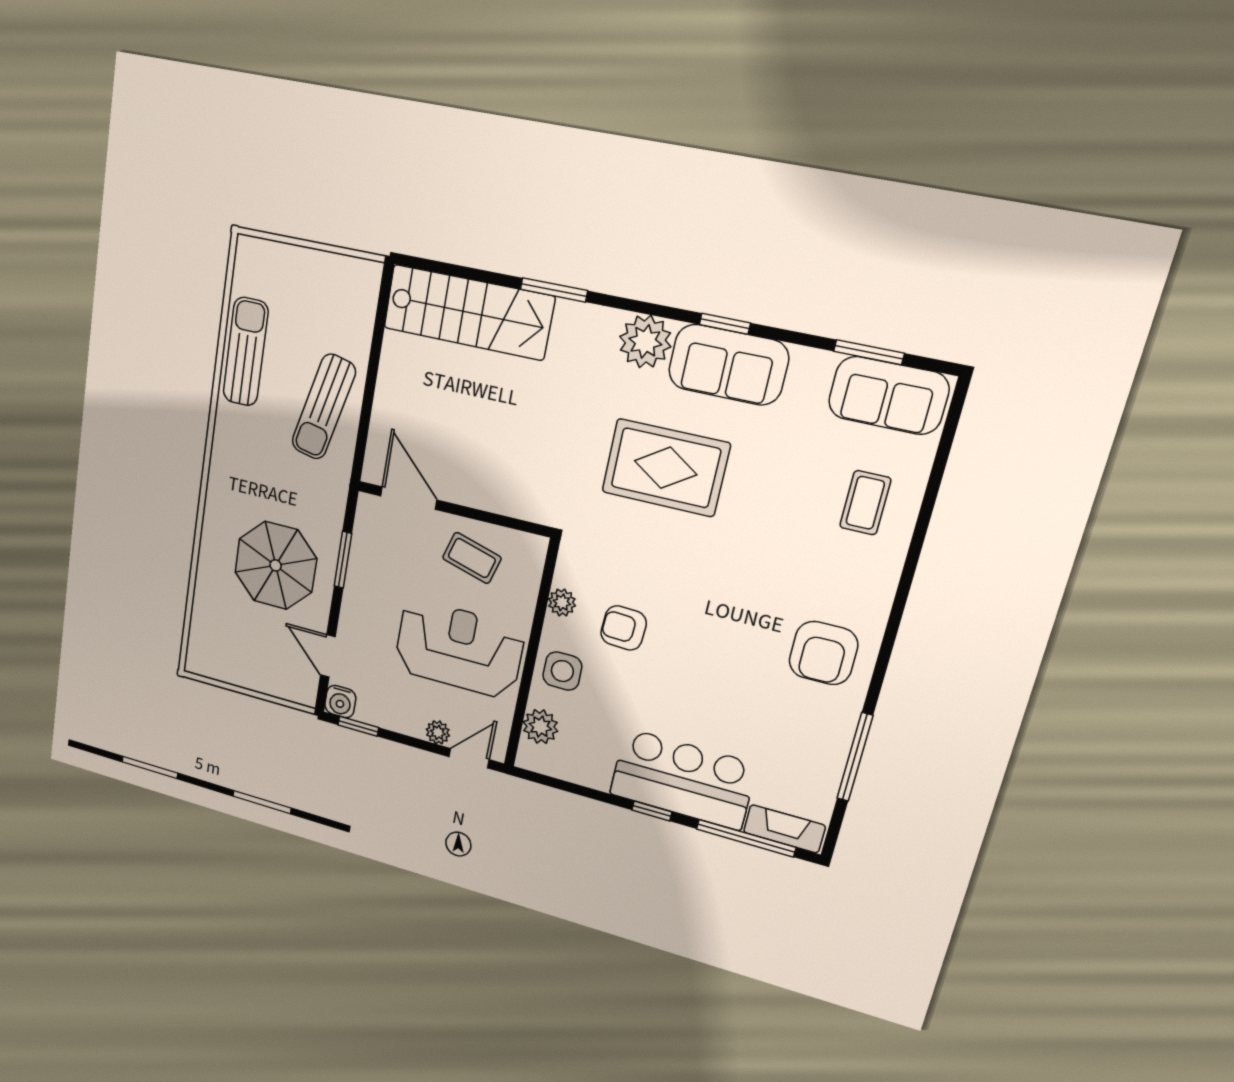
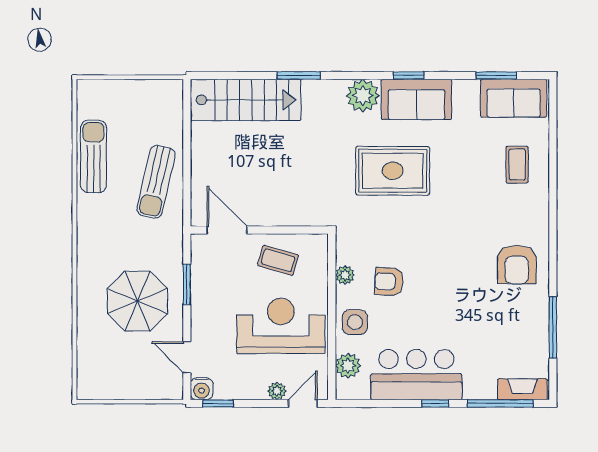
bar counter: (683, 779) -> (416, 375), moved

